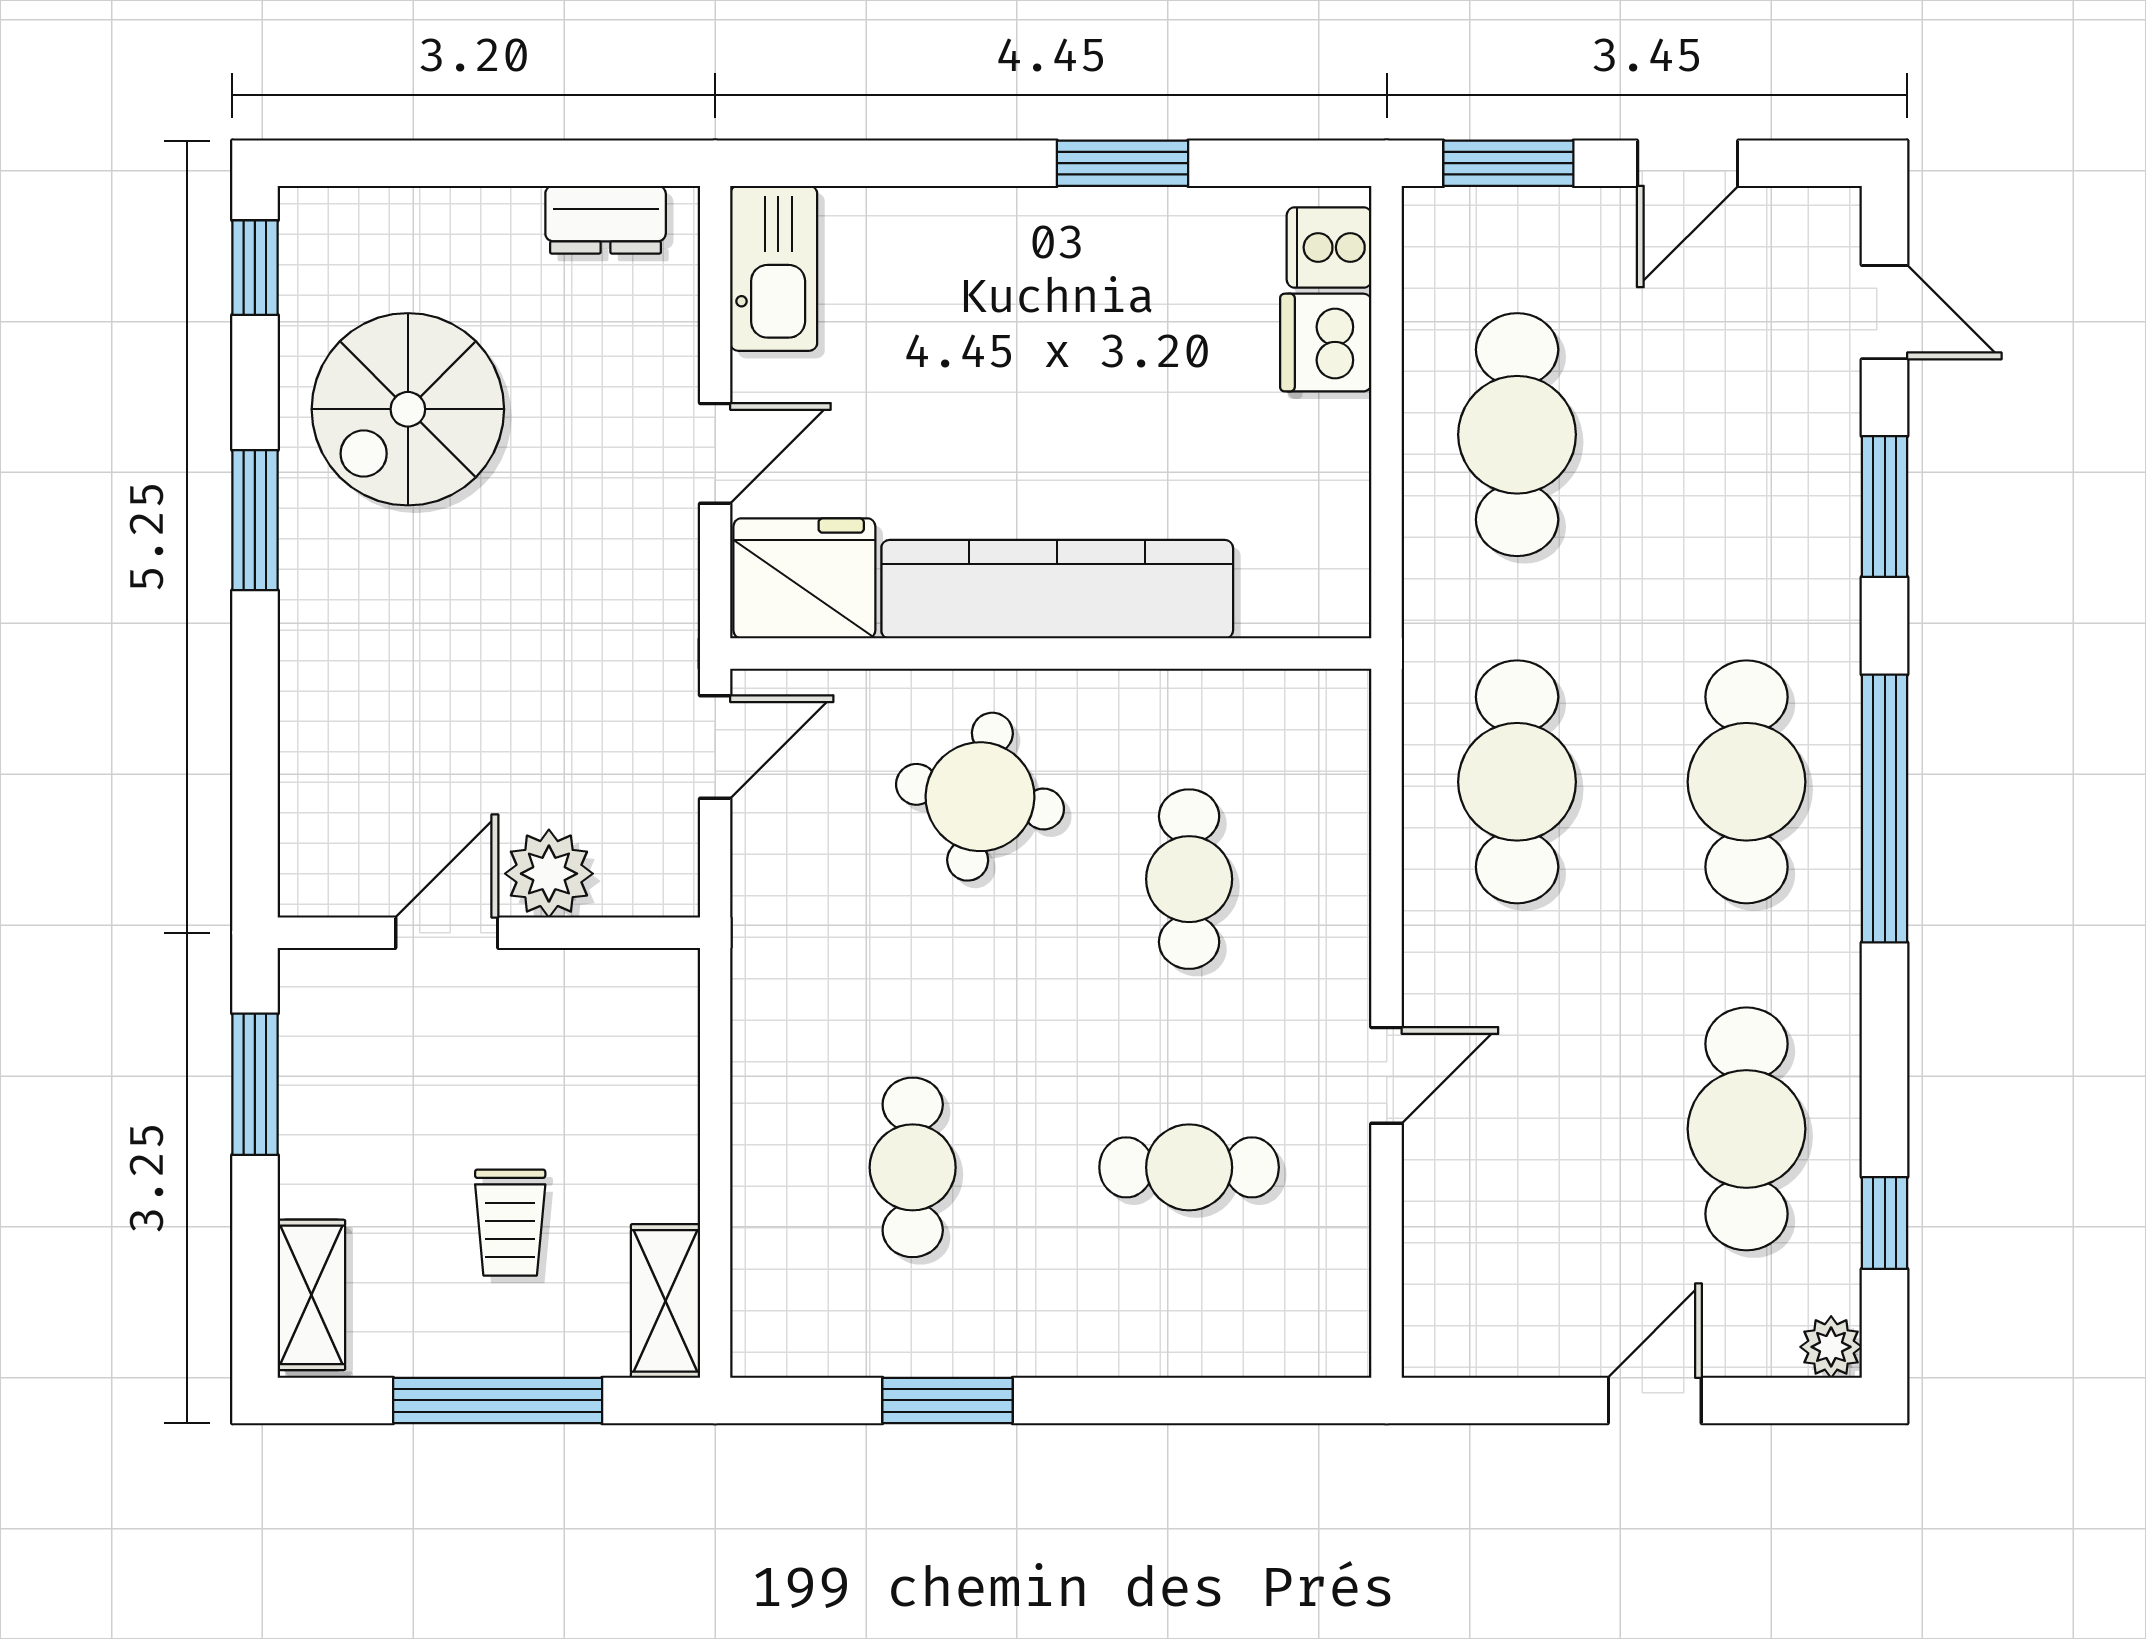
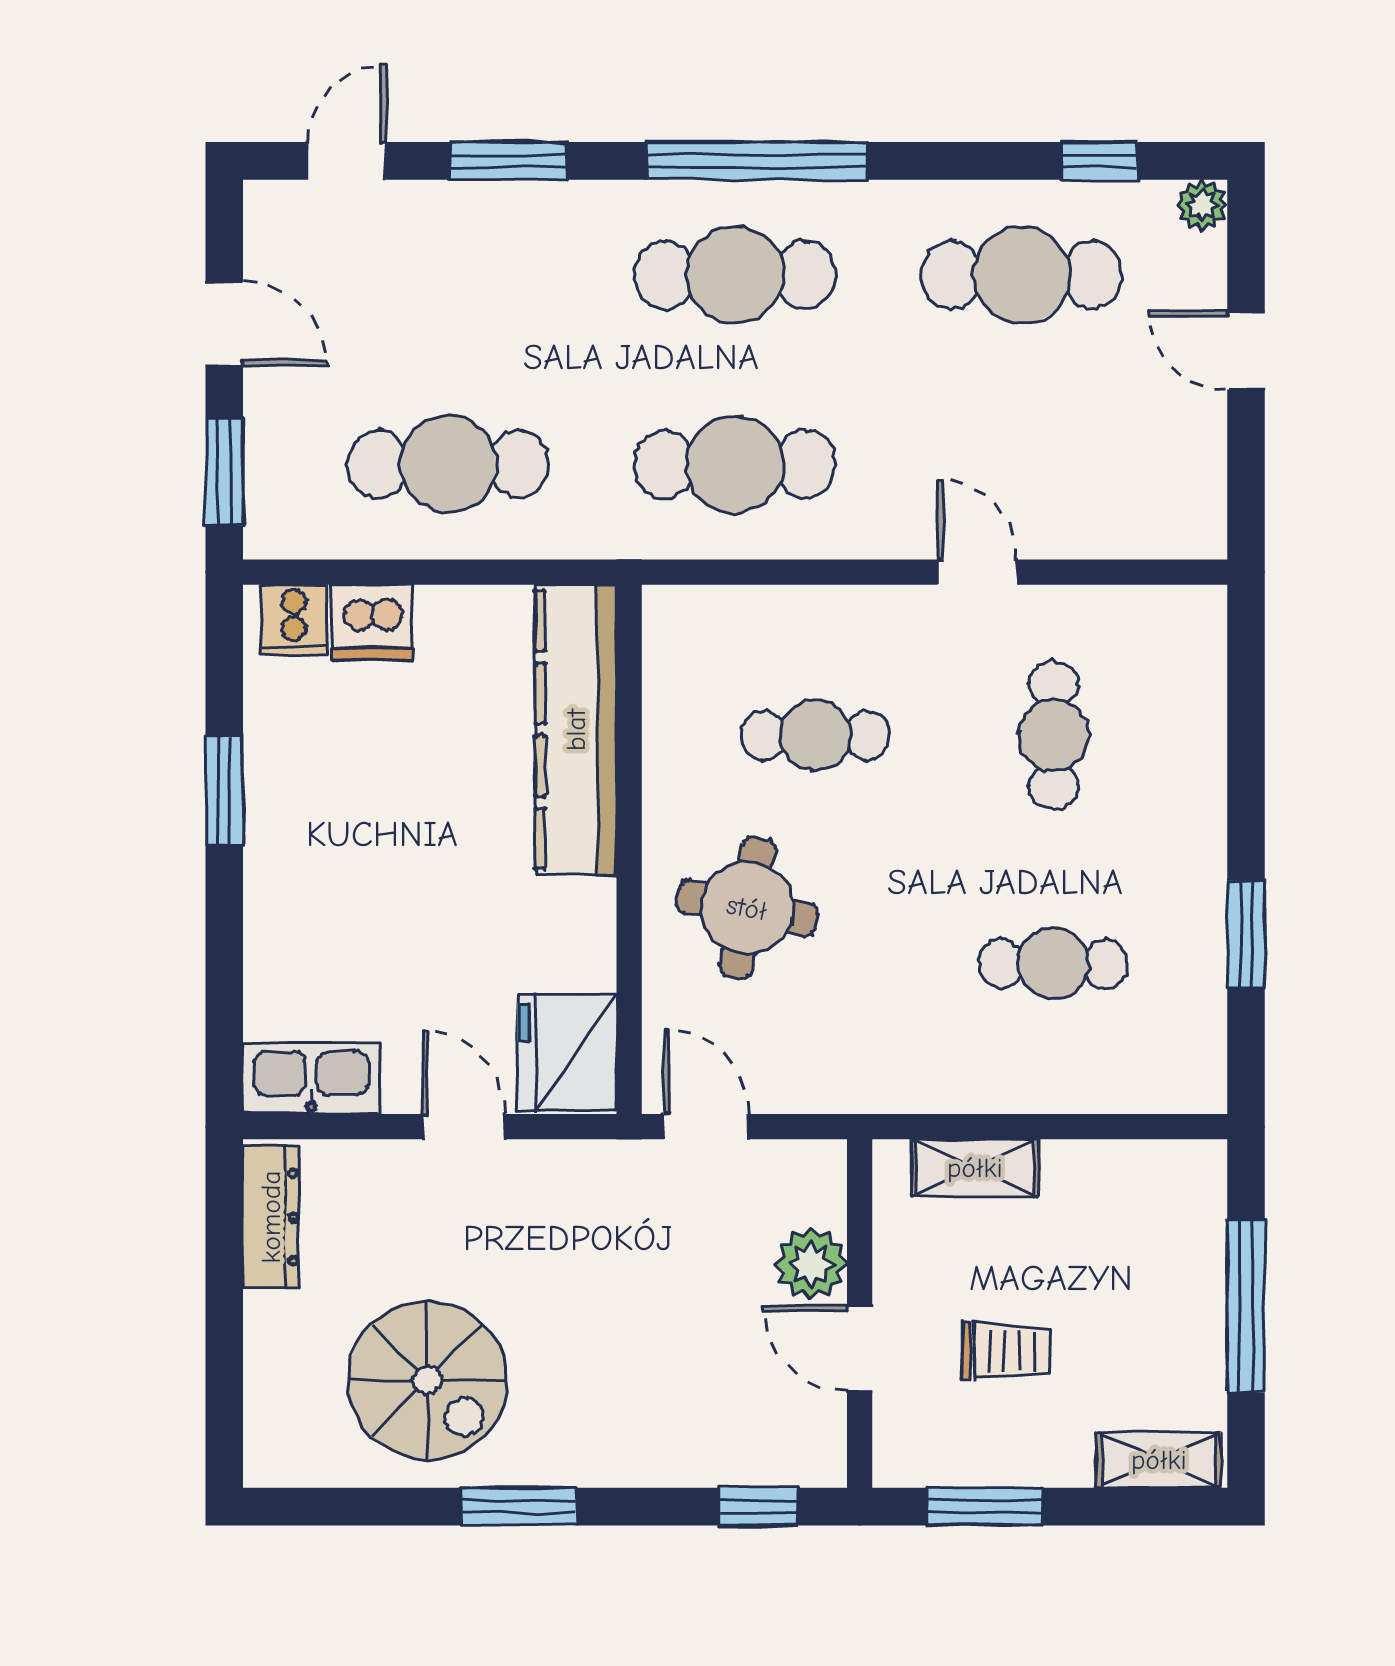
dresser: (606, 220) -> (271, 1217), width x1.44
window: (255, 268) -> (759, 1507), moved
kitchen counter: (1057, 589) -> (576, 730), moved
trolley: (510, 1223) -> (1006, 1351), moved
shelving: (665, 1301) -> (975, 1168), moved

